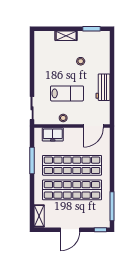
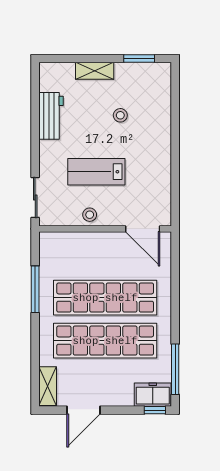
workbench: (103, 87) -> (51, 116), moved, turned 180
lab bench: (67, 93) -> (96, 172), turned 180
door: (93, 126) -> (143, 229), hinge flipped
freezer: (53, 134) -> (153, 395), moved, turned 180
door: (70, 230) -> (83, 410), moved

